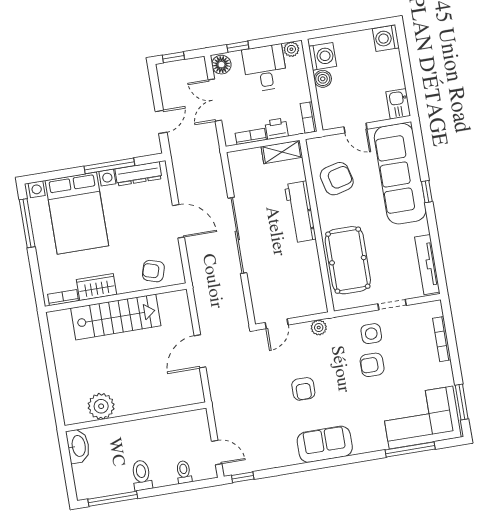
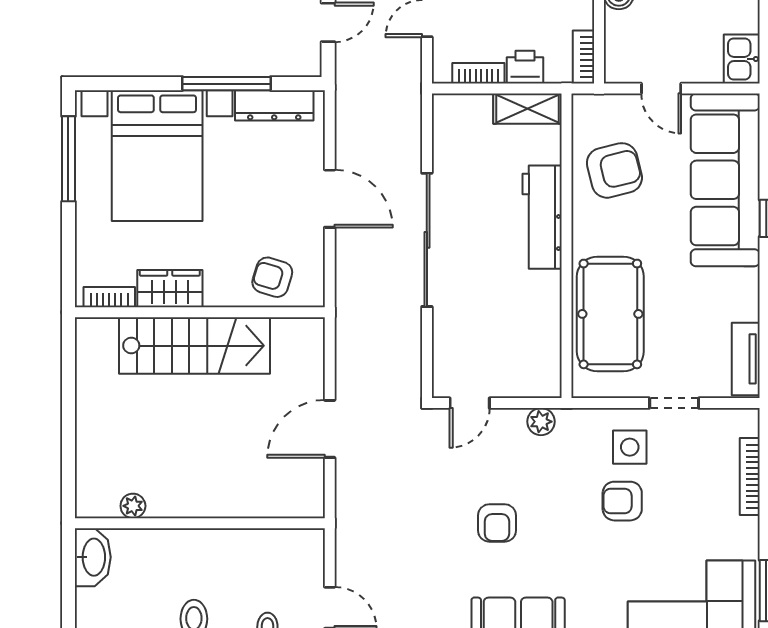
tv unit: (427, 265) -> (746, 359), width x0.71
plant: (101, 406) -> (133, 506), width x0.53, depth x0.53

